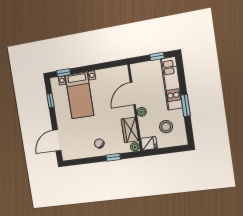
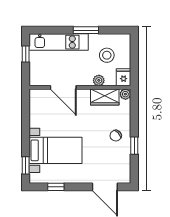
plant: (142, 112) -> (99, 80), moved
window: (113, 157) -> (134, 146), moved

